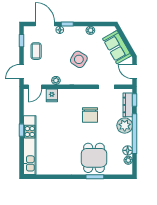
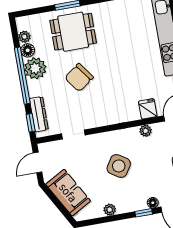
door: (135, 72) -> (38, 163), swing flipped
chair: (90, 115) -> (79, 77), moved, turned -126
plant: (125, 126) -> (35, 68), moved
dining table: (94, 158) -> (73, 32), turned 90

